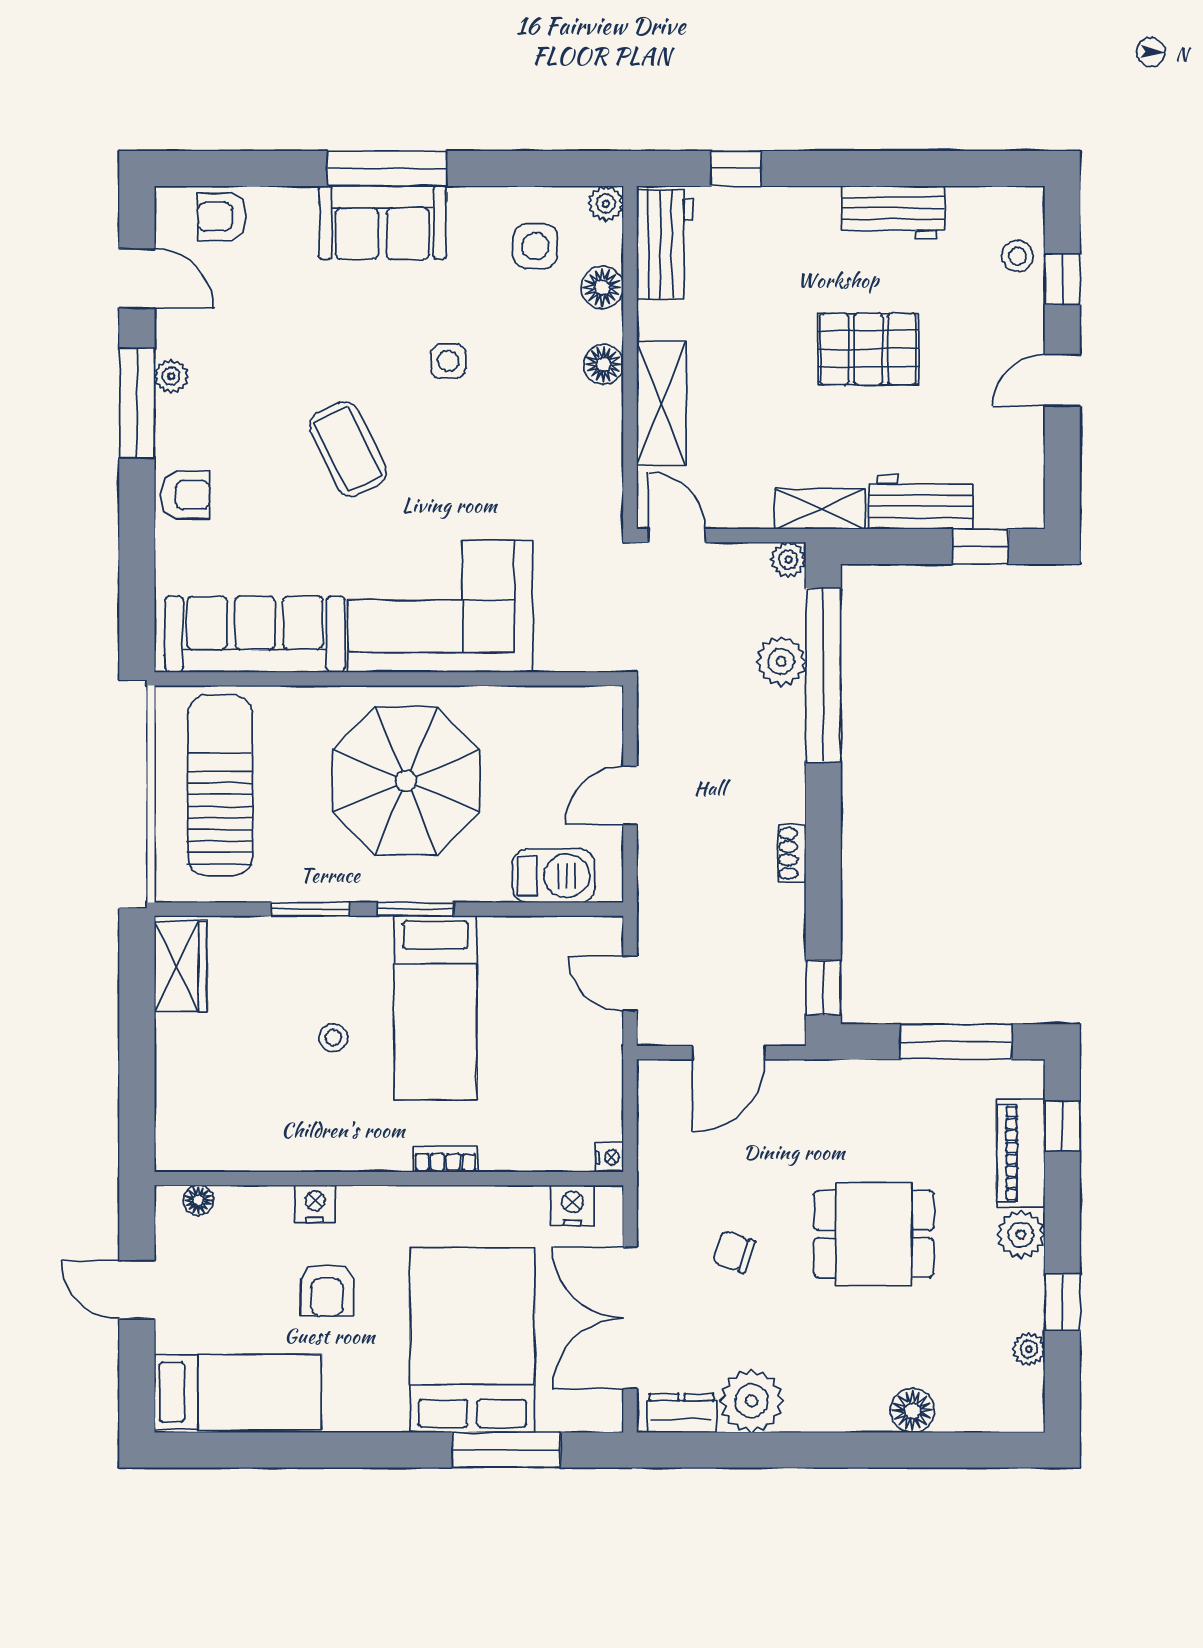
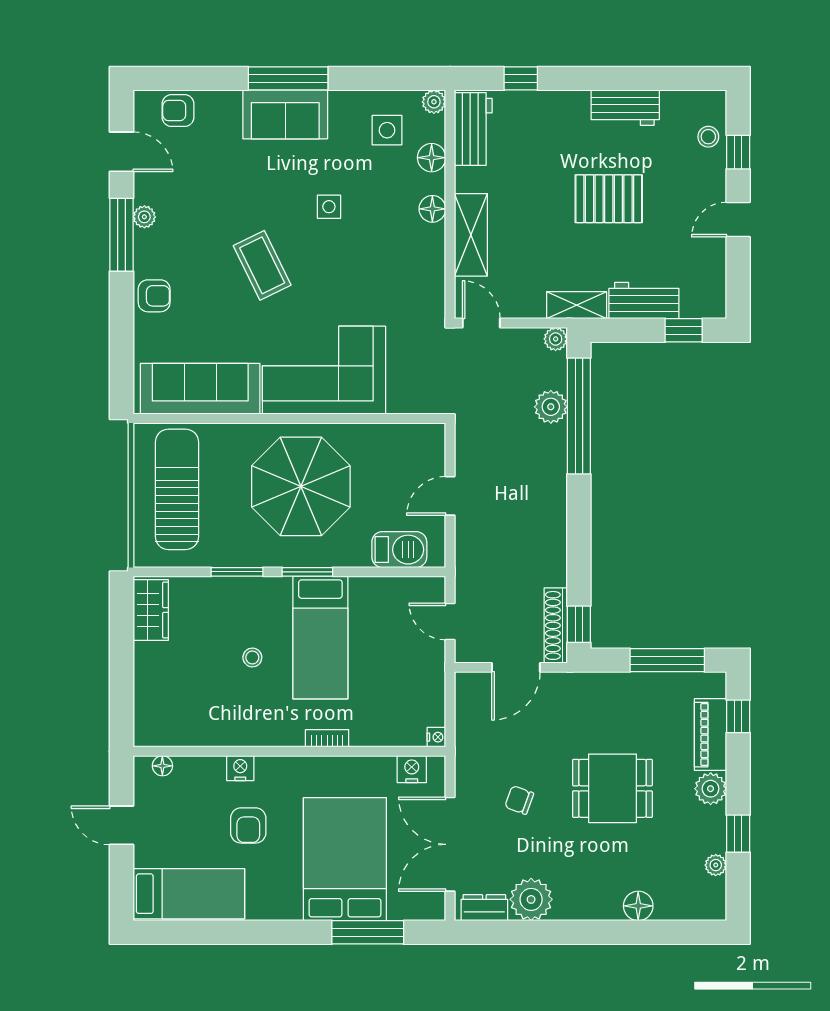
shoe rack: (792, 853) -> (556, 625), moved, width x1.94, depth x1.24

